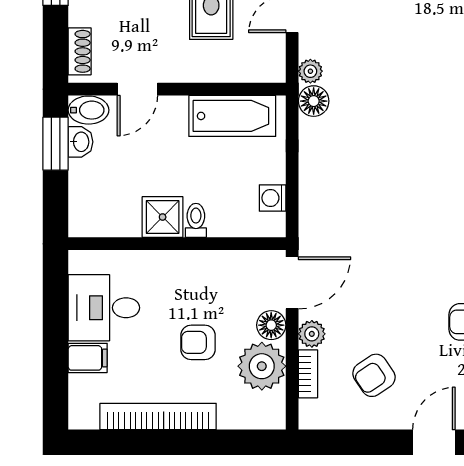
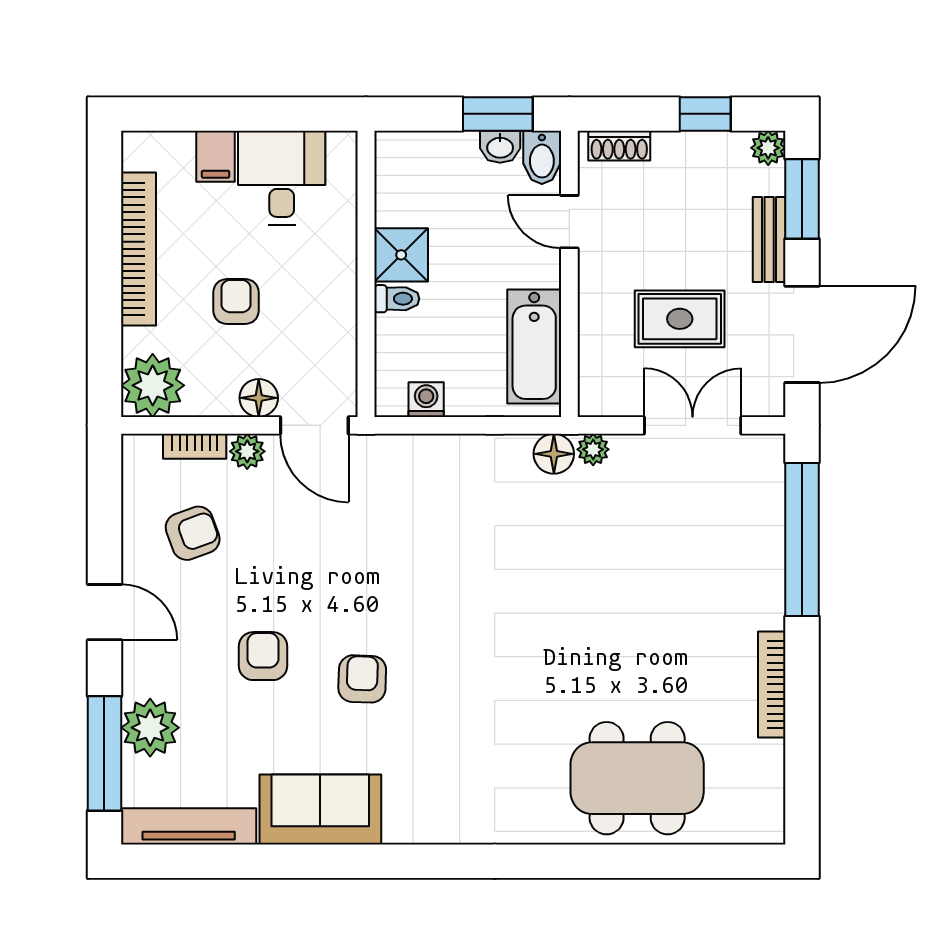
plant: (262, 366) -> (153, 385), moved
armchair: (374, 375) -> (193, 533), turned 104

